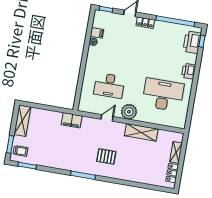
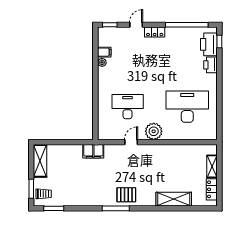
printer: (189, 71) -> (210, 65), moved
desk: (109, 86) -> (128, 107), turned 180
shelving: (141, 132) -> (174, 199), moved
pallet: (106, 156) -> (126, 195), moved

